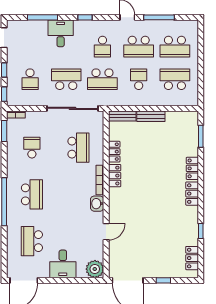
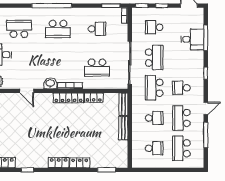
desk: (61, 33) -> (192, 39), moved
school desk: (175, 79) -> (154, 148), width x0.54
locker: (115, 176) -> (68, 98), width x1.53

